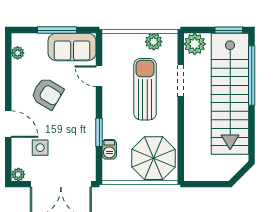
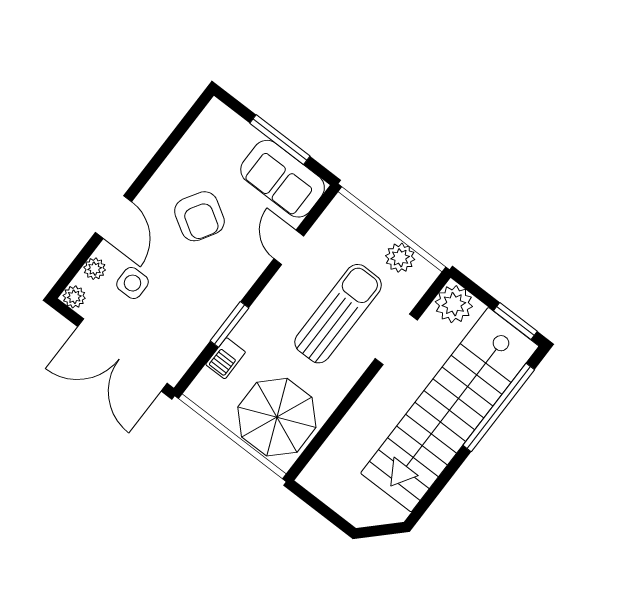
plant: (18, 53) -> (95, 269), moved

